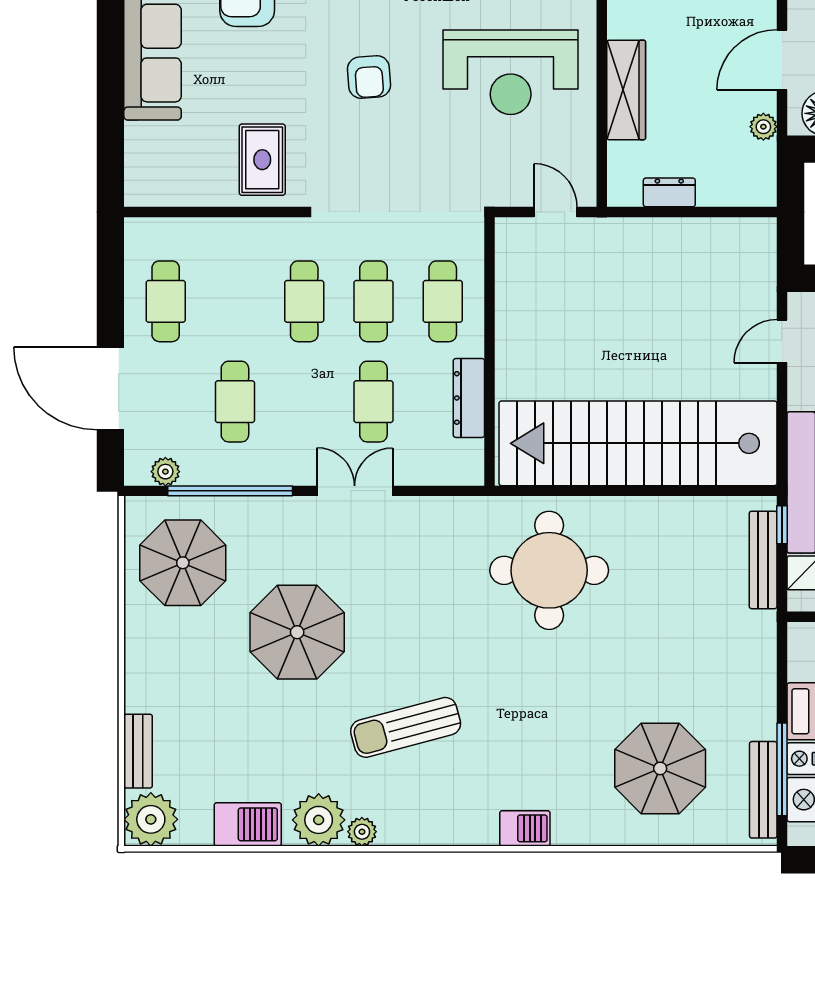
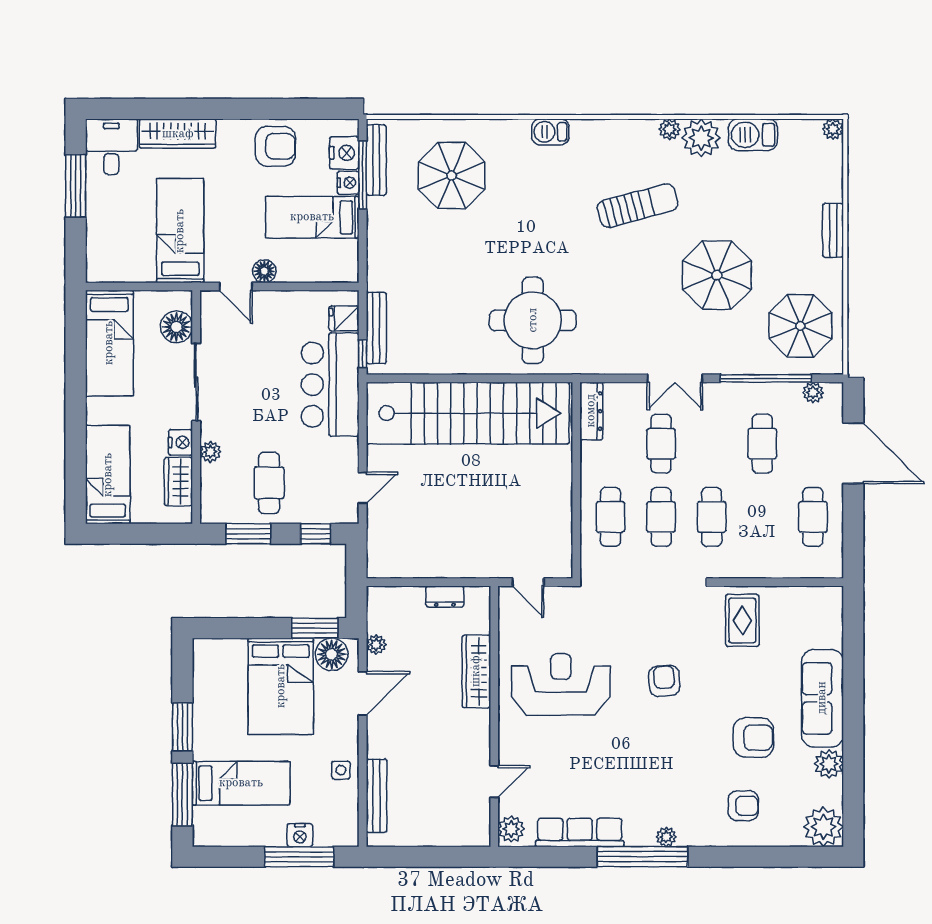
dresser: (469, 398) -> (591, 411), moved
bench: (138, 751) -> (833, 230), moved
plant: (151, 819) -> (833, 129), width x0.53, depth x0.53

